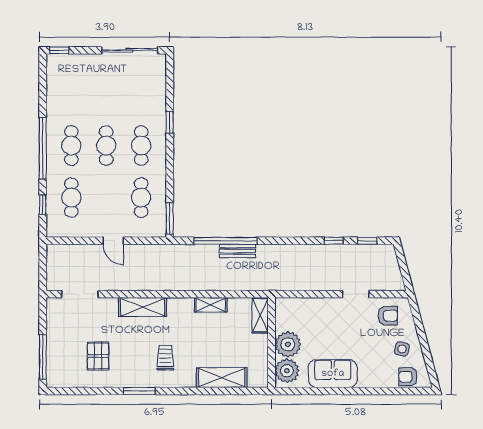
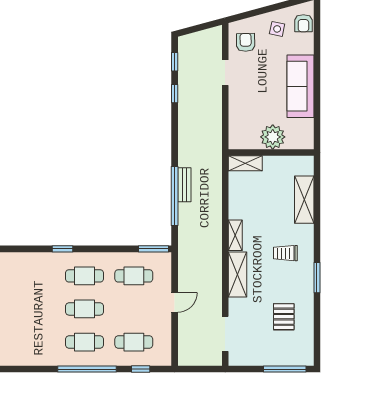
shelving: (211, 305) -> (235, 235), moved
pallet: (98, 356) -> (284, 317), turned 90
plant: (287, 371) -> (298, 138), removed
sofa: (333, 374) -> (300, 86), width x1.36

